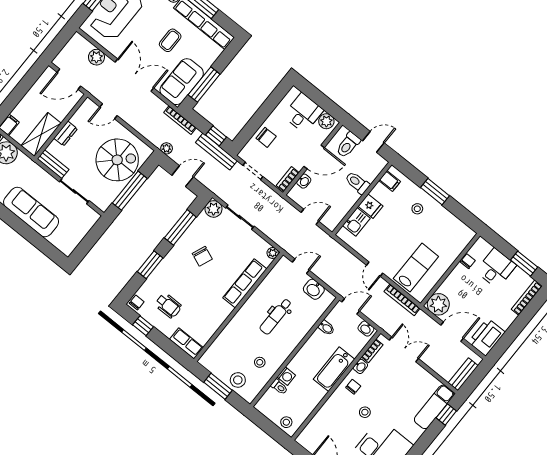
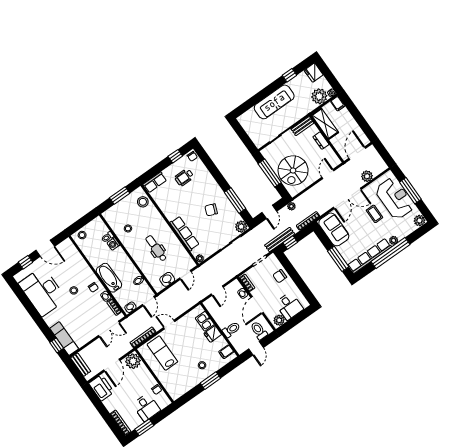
coffee table: (170, 40) -> (374, 214), moved
window: (204, 85) -> (338, 259), moved
window: (150, 265) -> (215, 173), removed
lab bench: (416, 267) -> (162, 353), turned 180
stool: (238, 380) -> (143, 202), moved

